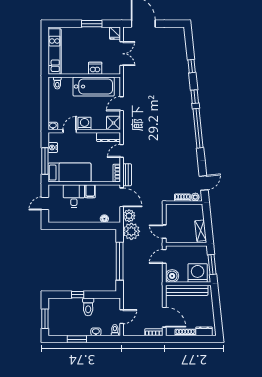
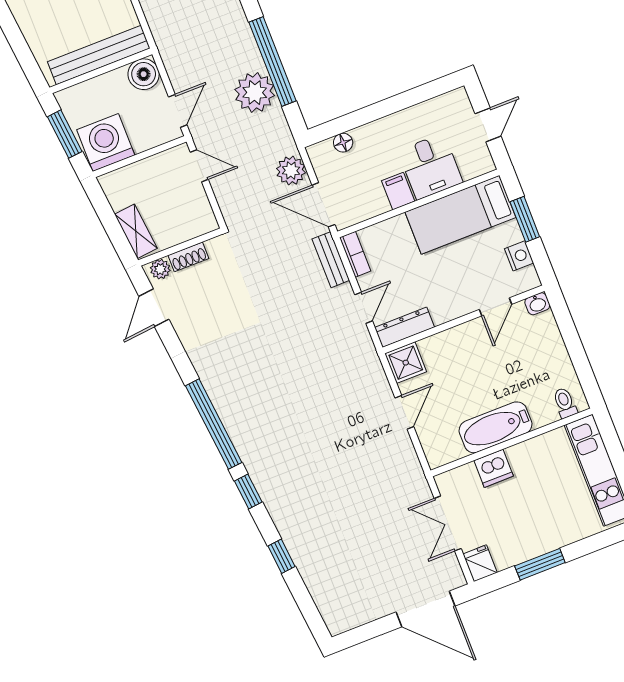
bathtub: (94, 87) -> (496, 427), width x0.73, depth x0.73
washing machine: (85, 123) -> (469, 337), removed
window: (45, 161) -> (525, 219), width x0.69
plant: (131, 231) -> (255, 93), moved
shelving: (201, 231) -> (136, 231), moved
washing machine: (198, 273) -> (106, 142), moved, turned 180

